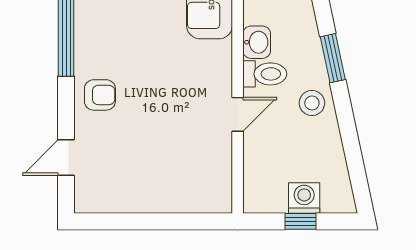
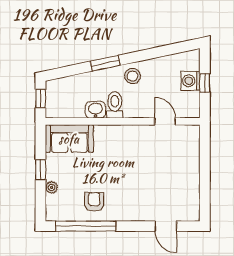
armchair: (100, 95) -> (94, 202), moved
door: (238, 114) -> (165, 121), moved

